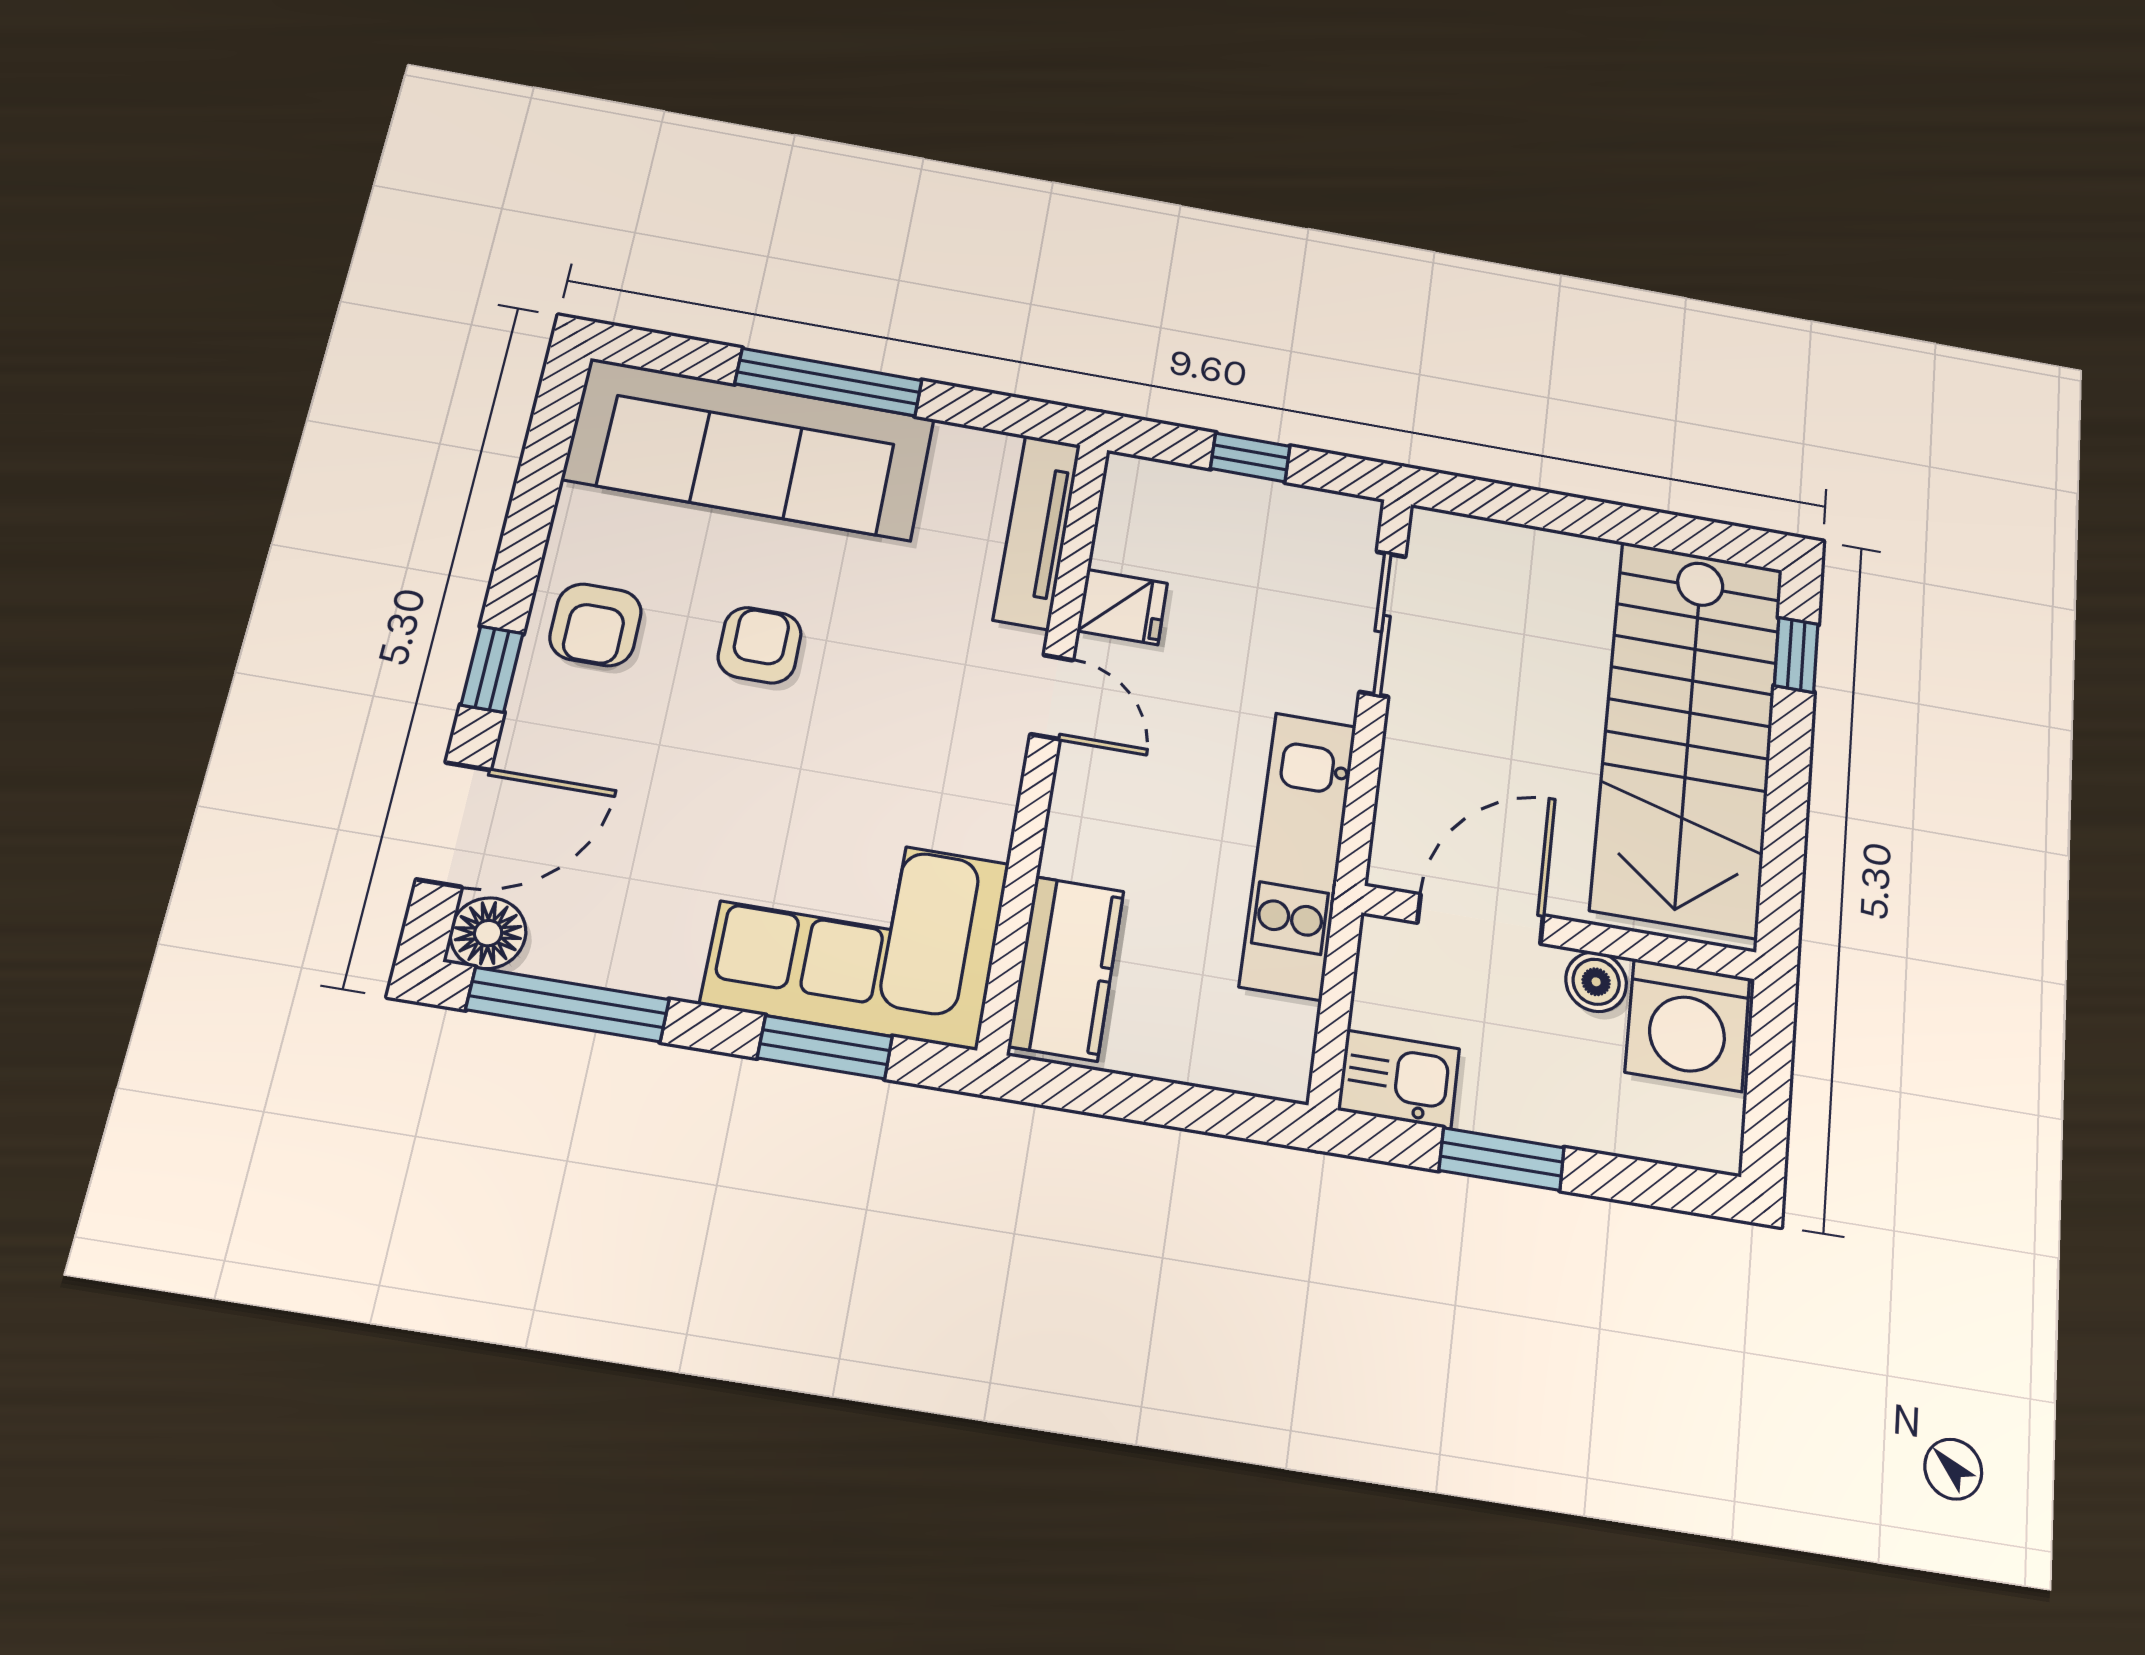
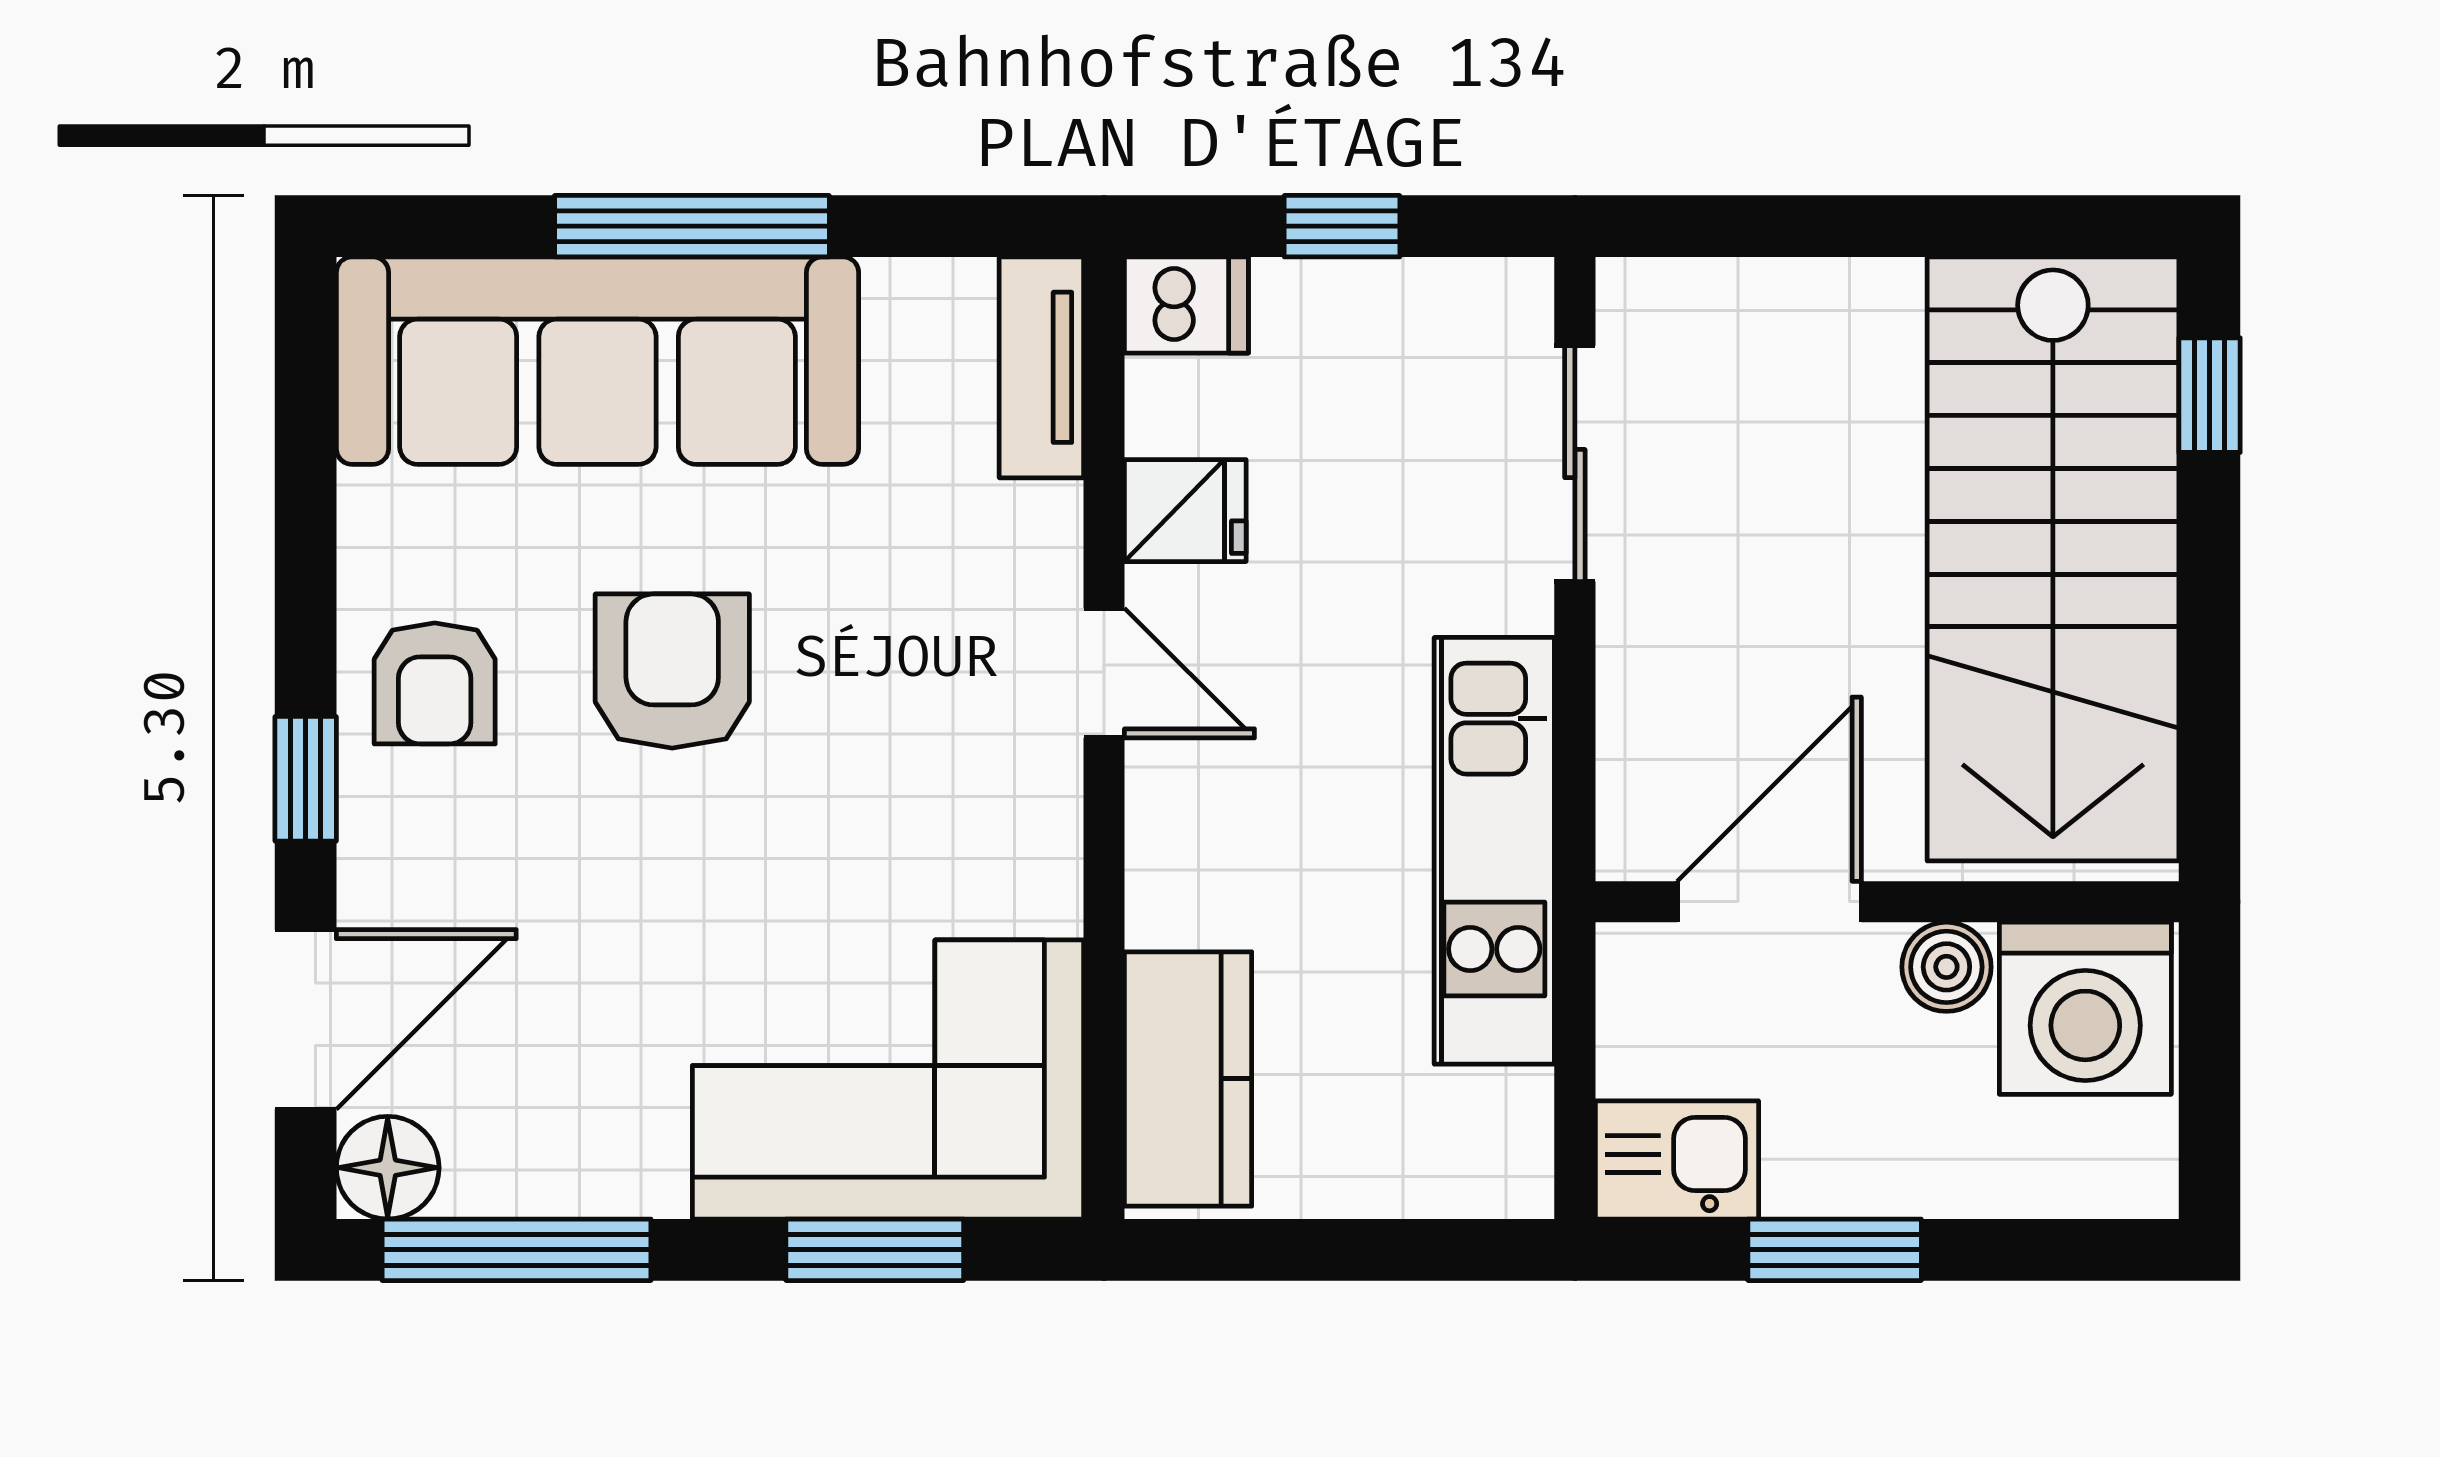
dishwasher: (1143, 485) -> (1186, 305), added
tv unit: (1037, 532) -> (1041, 367), width x0.71
armchair: (760, 645) -> (672, 671), width x1.38, depth x1.38

